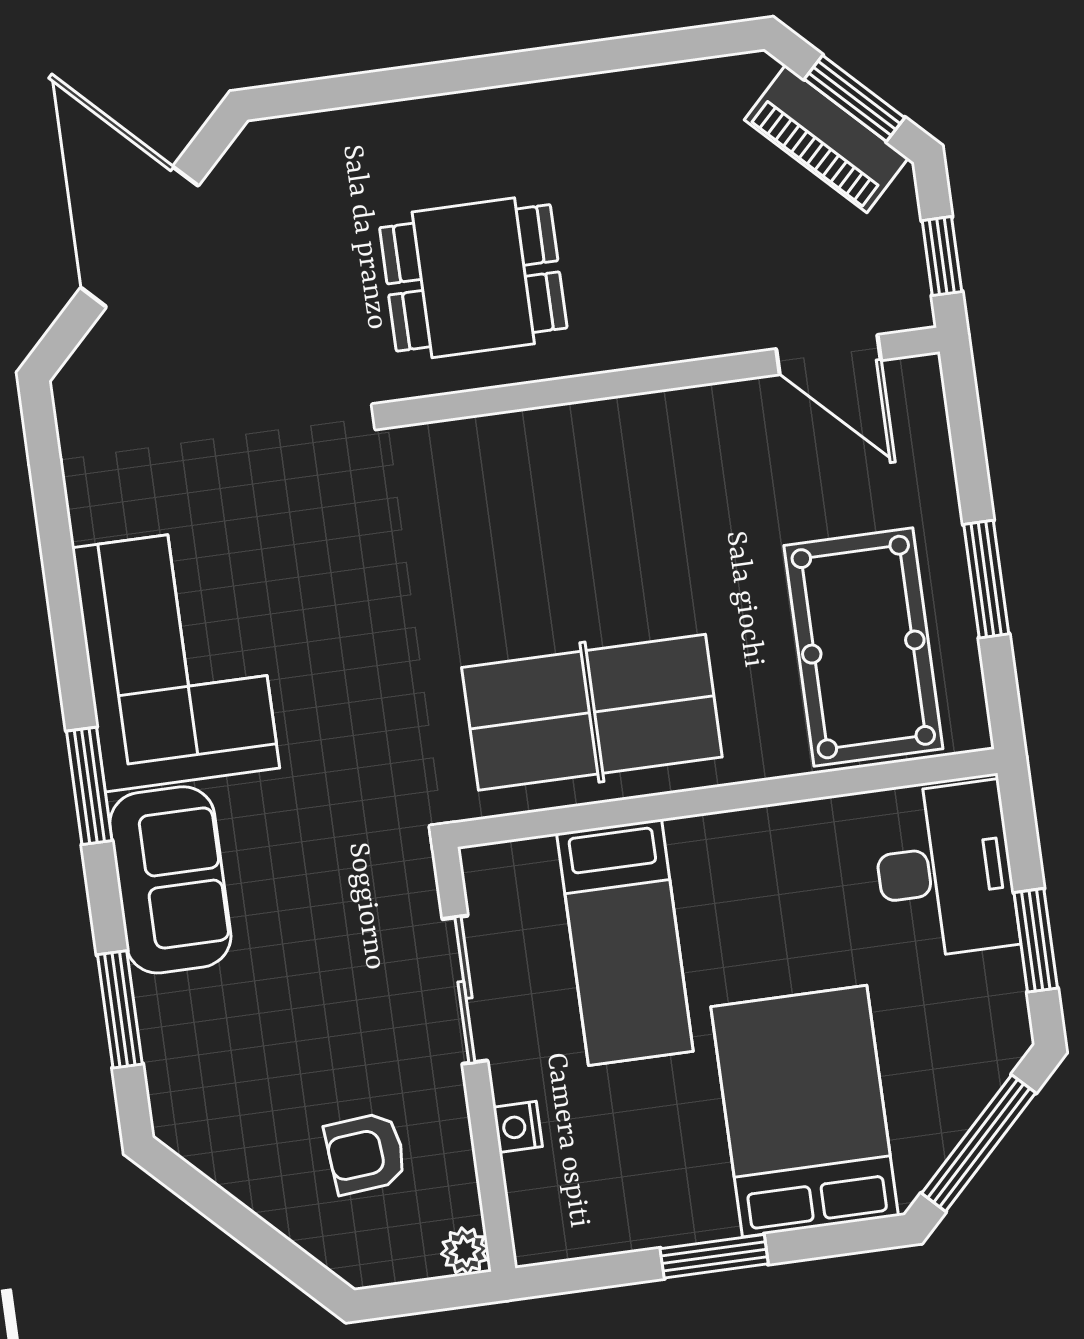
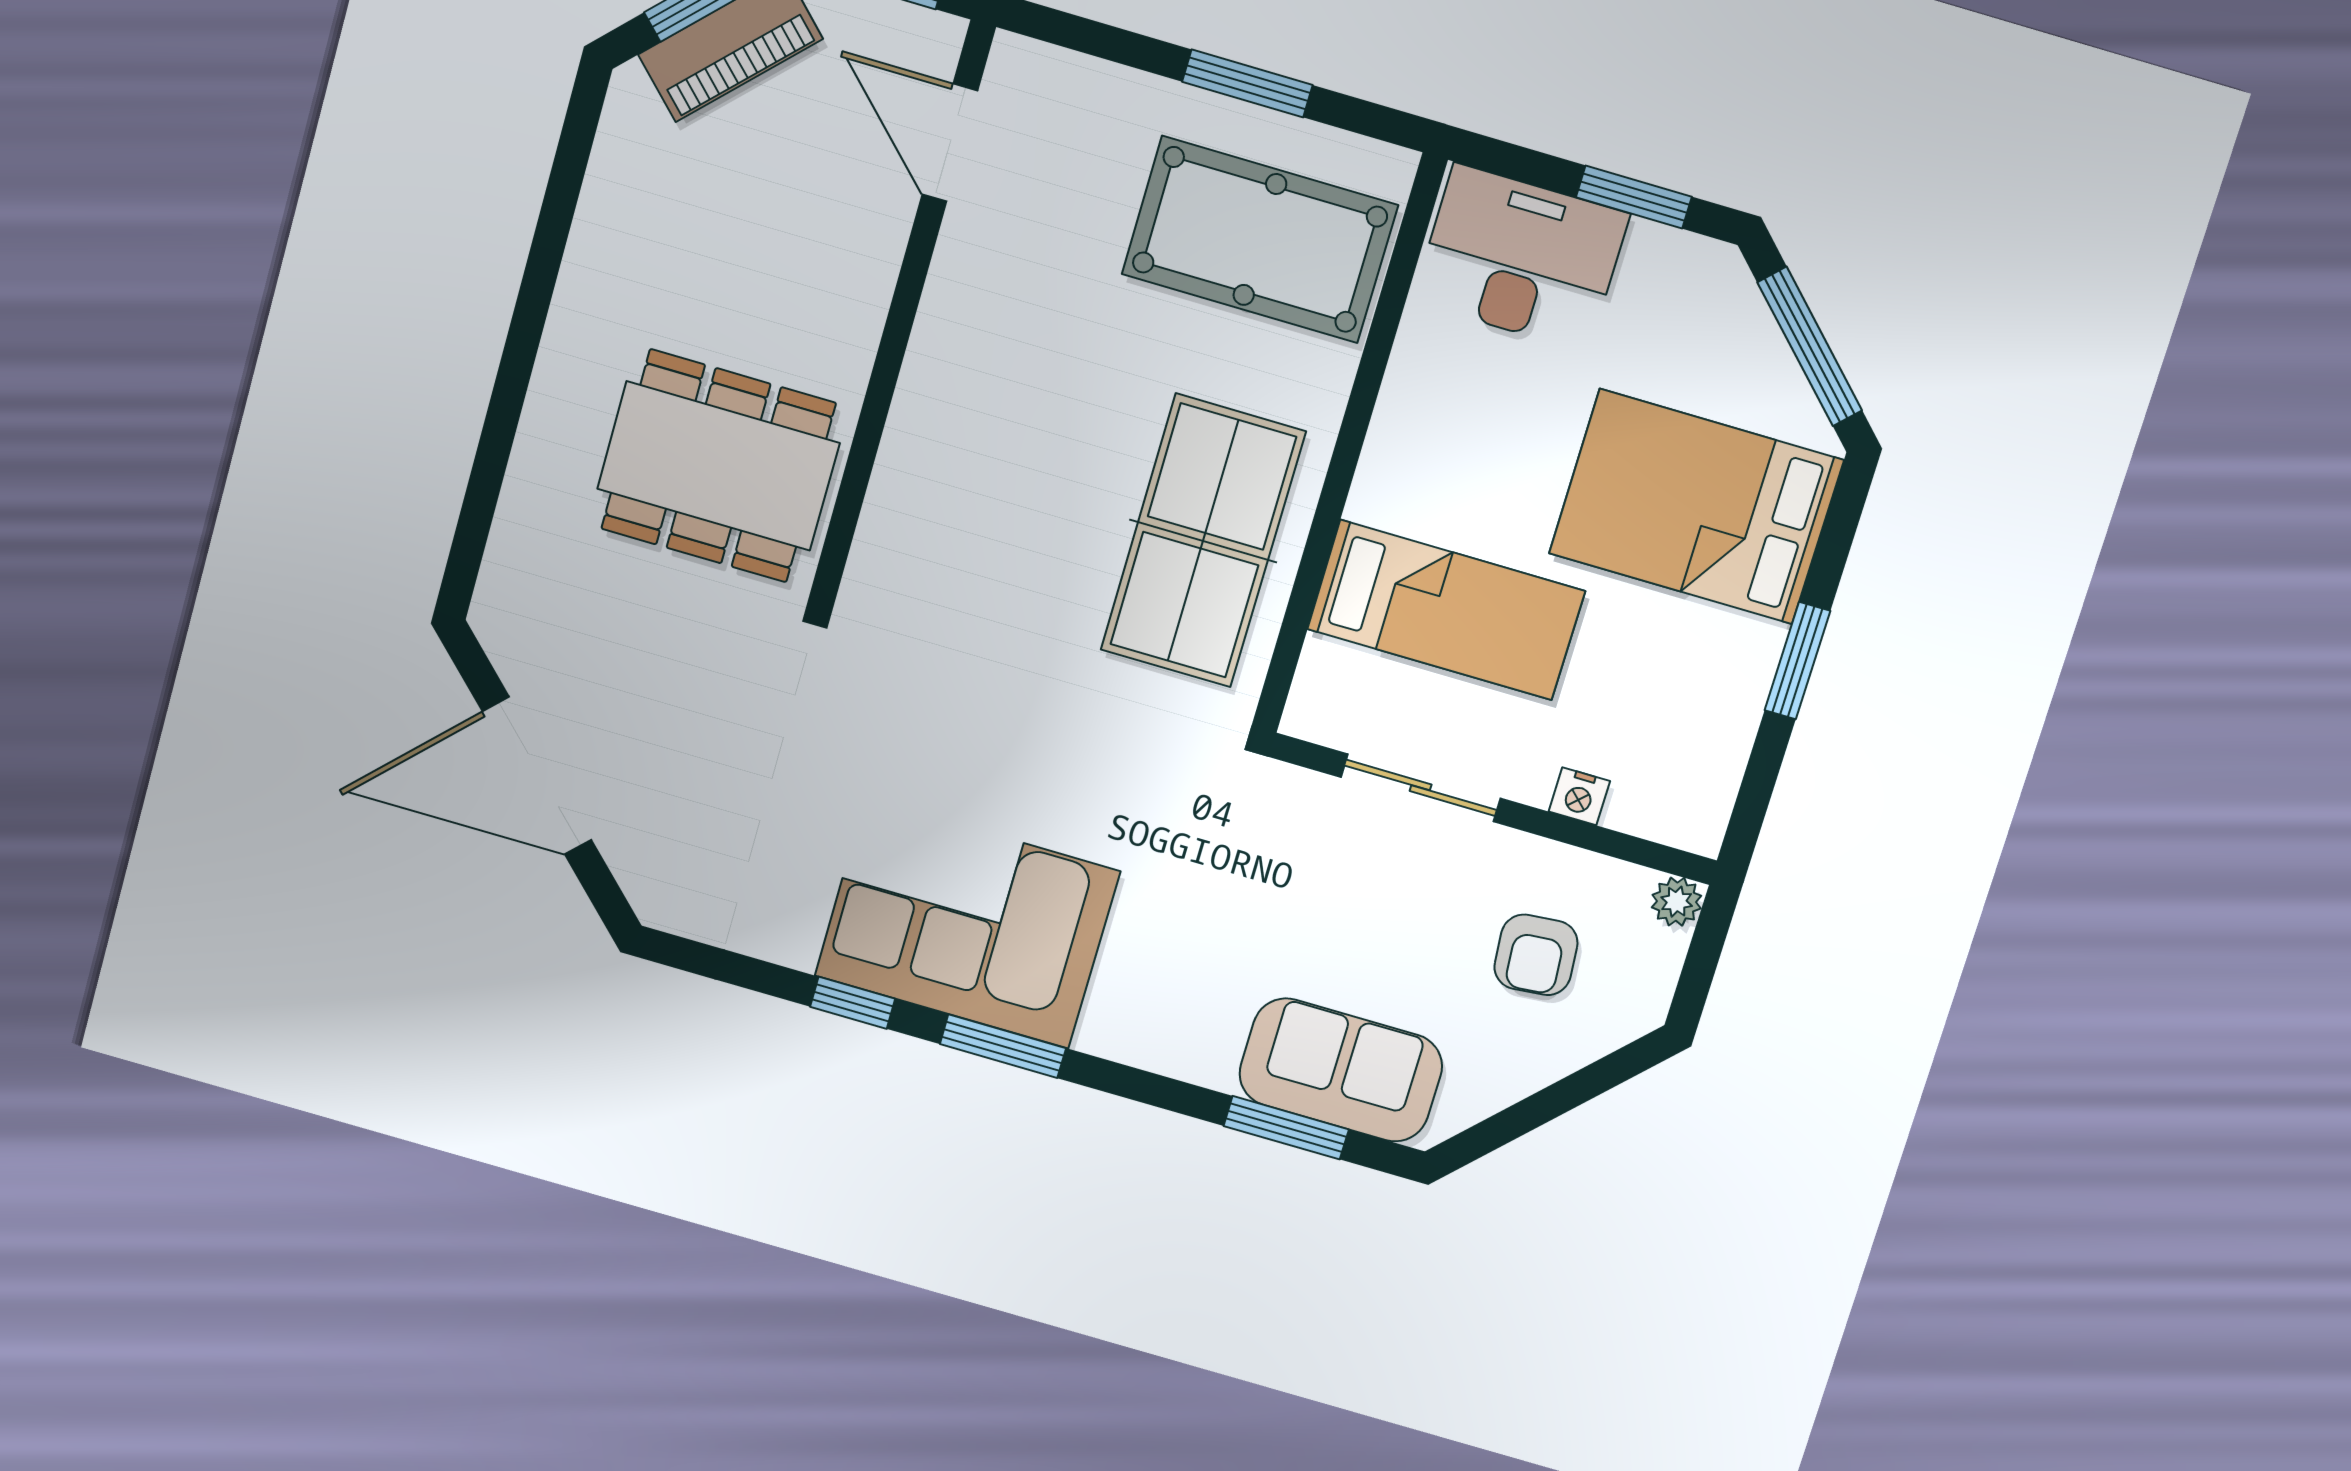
dining table: (473, 278) -> (718, 466), width x1.38
door: (828, 355) -> (950, 143), swing flipped
window: (62, 590) -> (853, 1003), added
window: (89, 786) -> (1003, 1046), moved
sofa: (170, 880) -> (1341, 1070), moved

